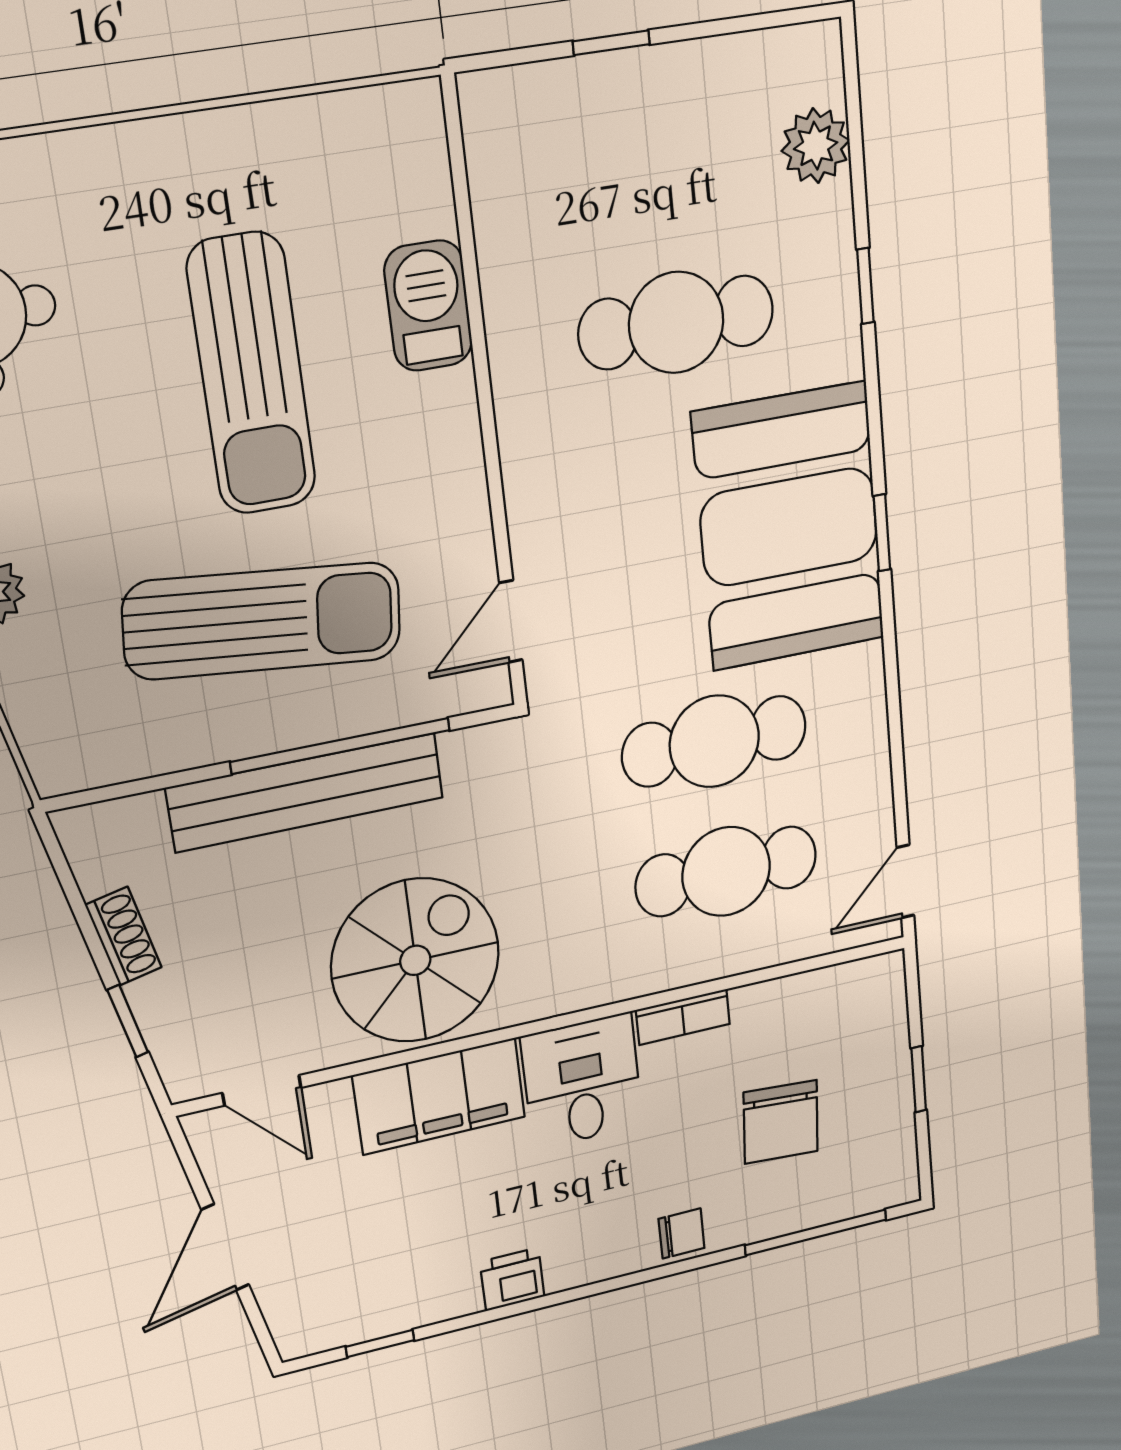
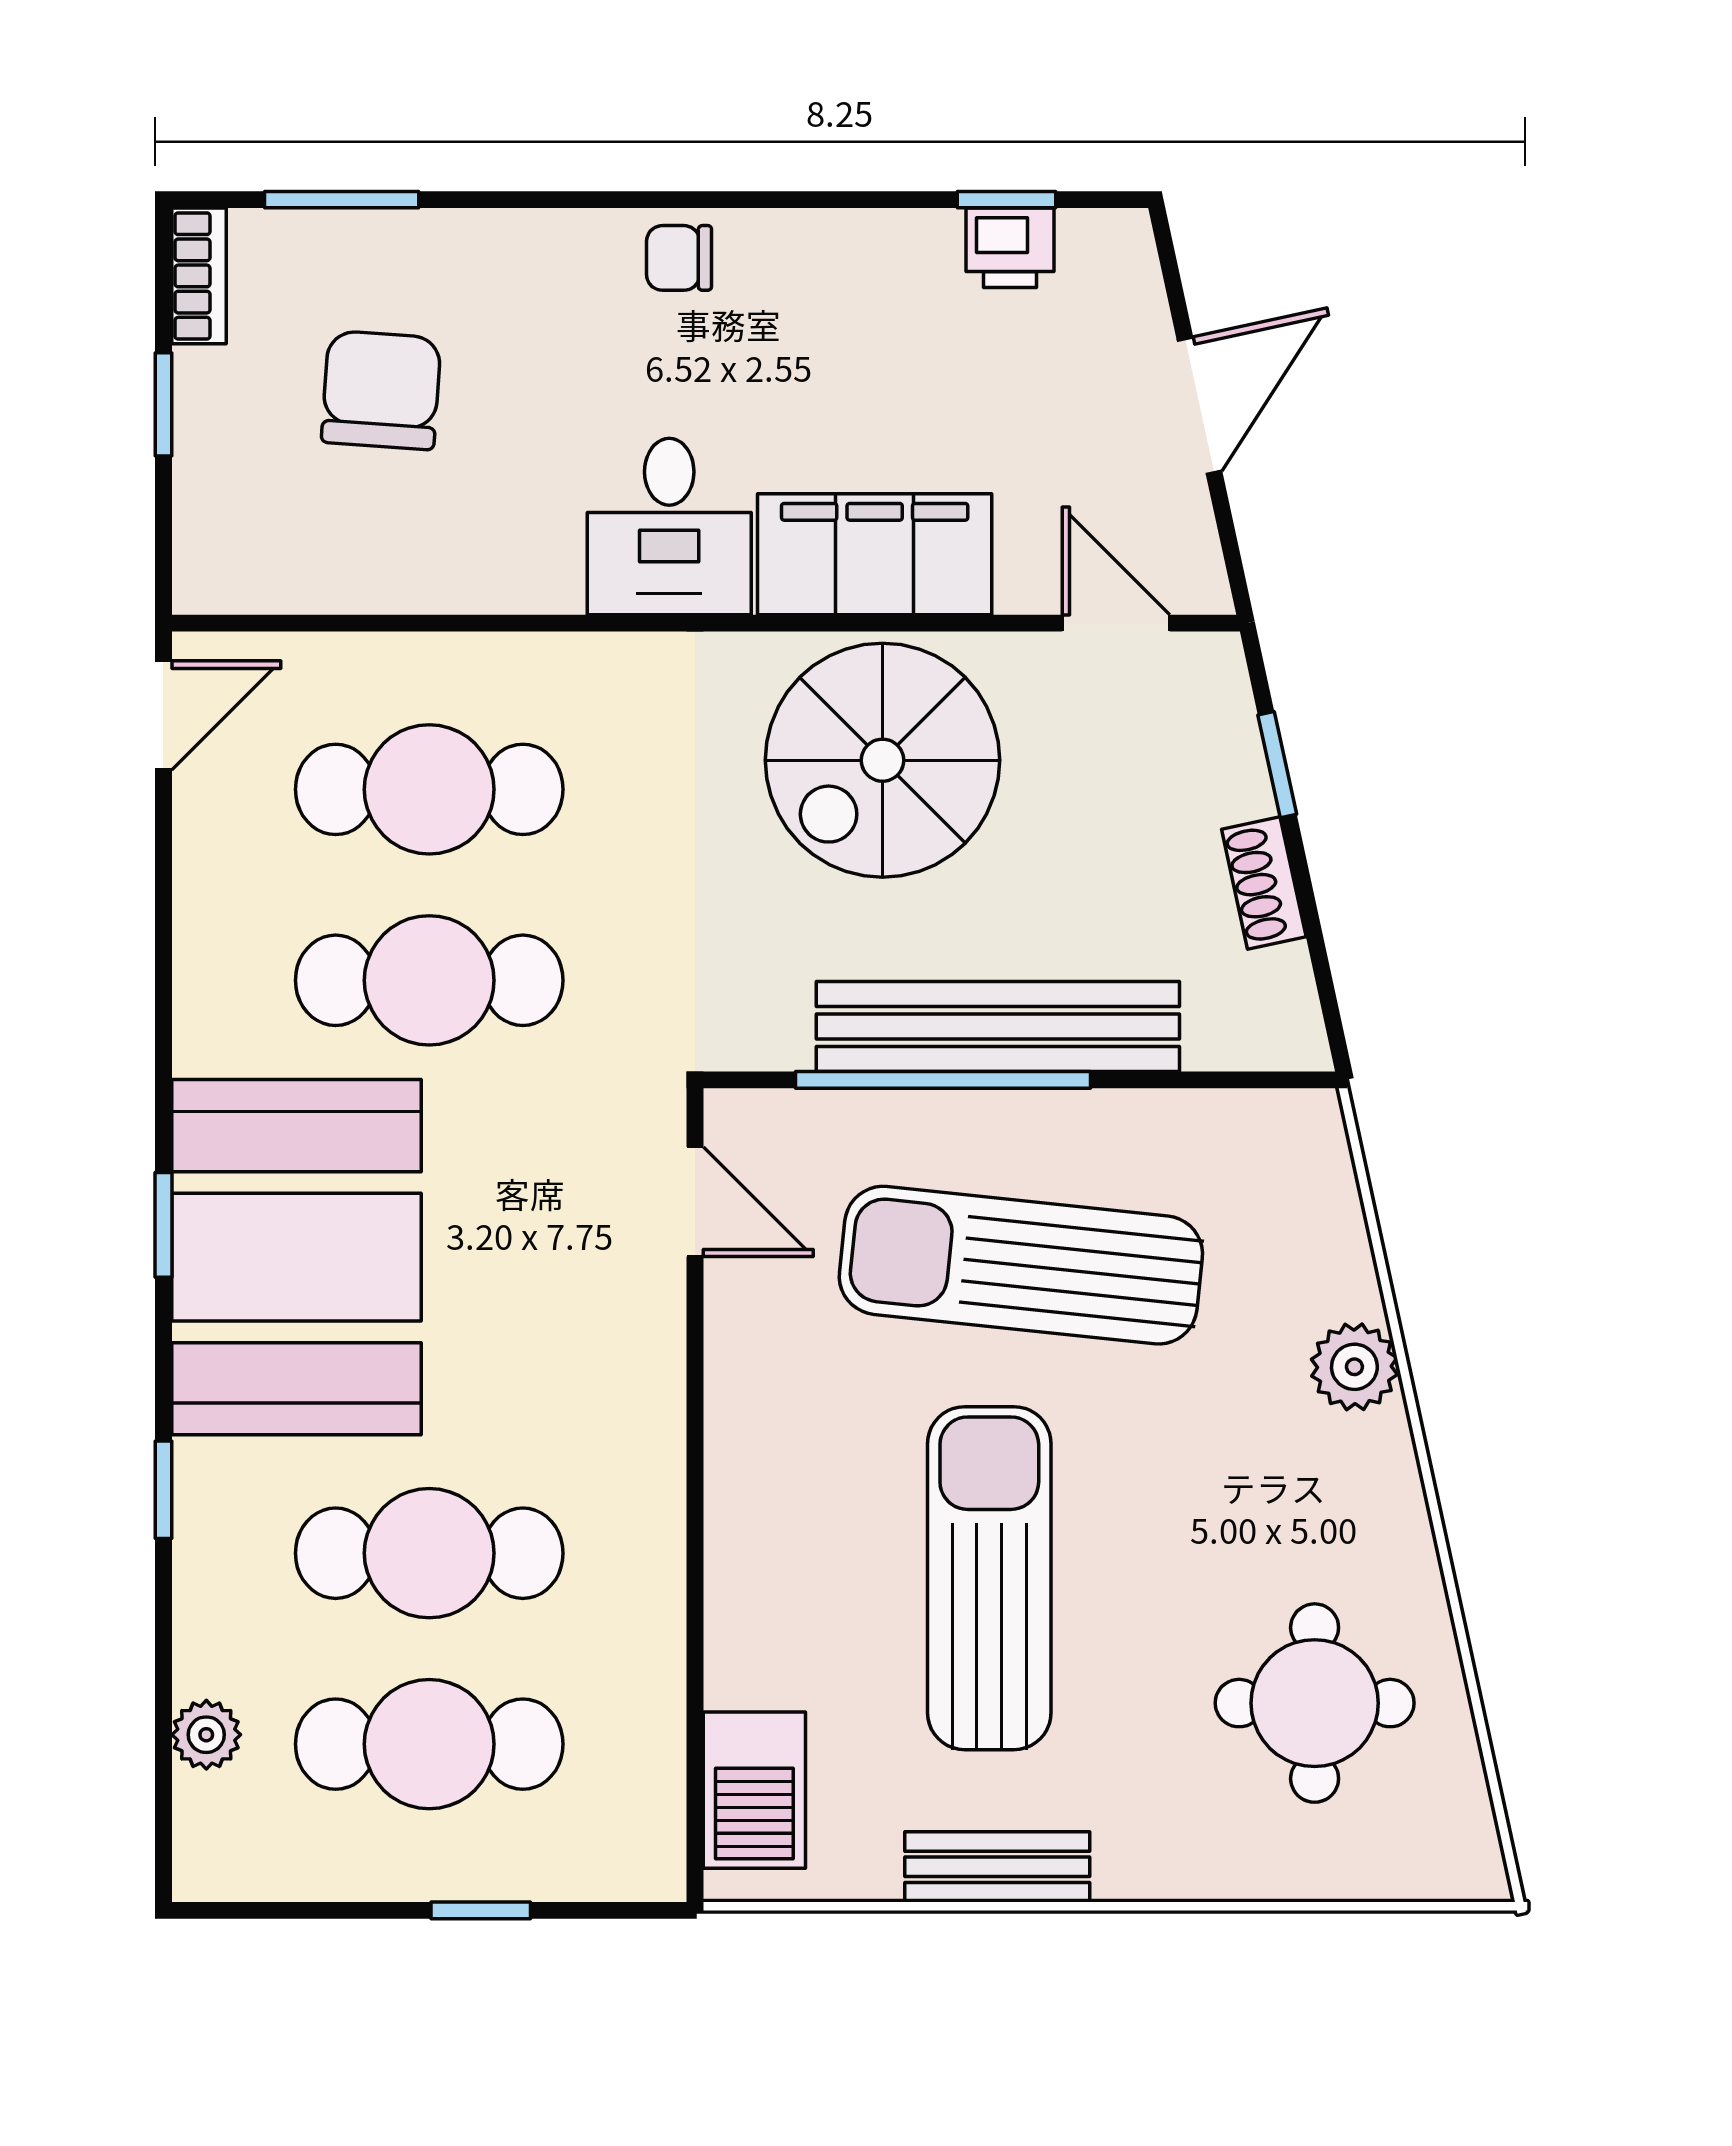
bench: (211, 138) -> (997, 1867), added
plant: (816, 146) -> (206, 1735), width x0.73, depth x0.73
cafe table: (663, 172) -> (429, 1744), added
window: (865, 286) -> (163, 1490), moved
barbecue: (428, 306) -> (754, 1790), moved
door: (511, 621) -> (695, 1202), hinge flipped
bookcase: (683, 1017) -> (199, 276), moved, turned 90
window: (816, 1232) -> (342, 200), width x0.69
chair: (682, 1233) -> (679, 258), moved
printer: (512, 1279) -> (1010, 248), moved

